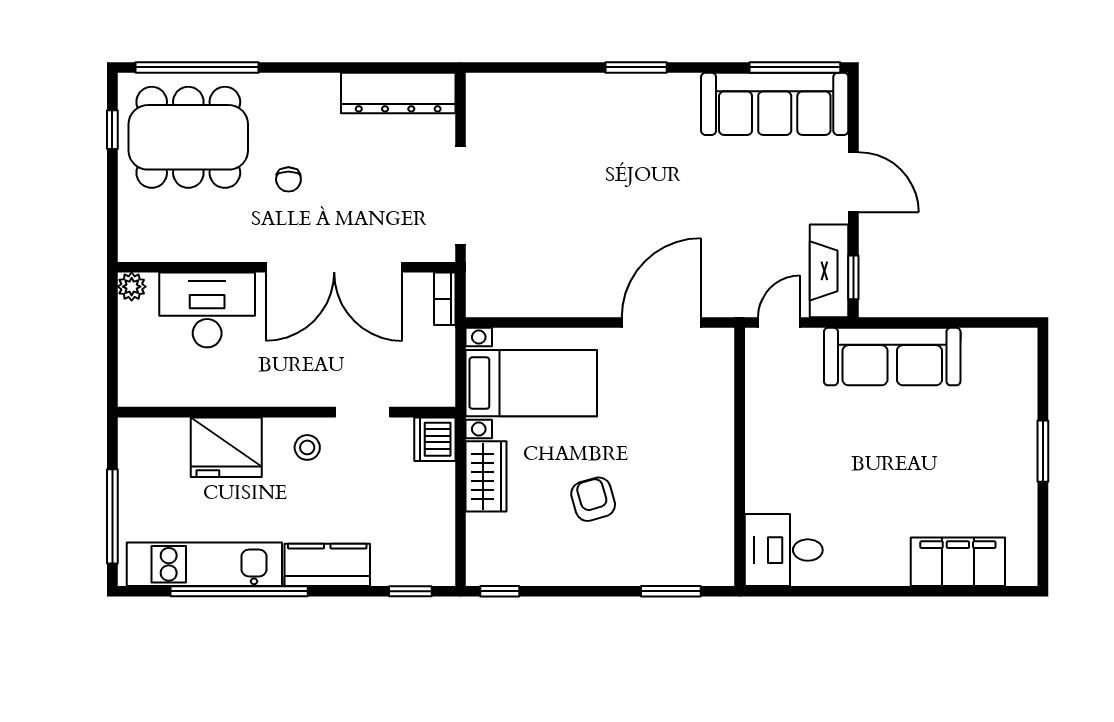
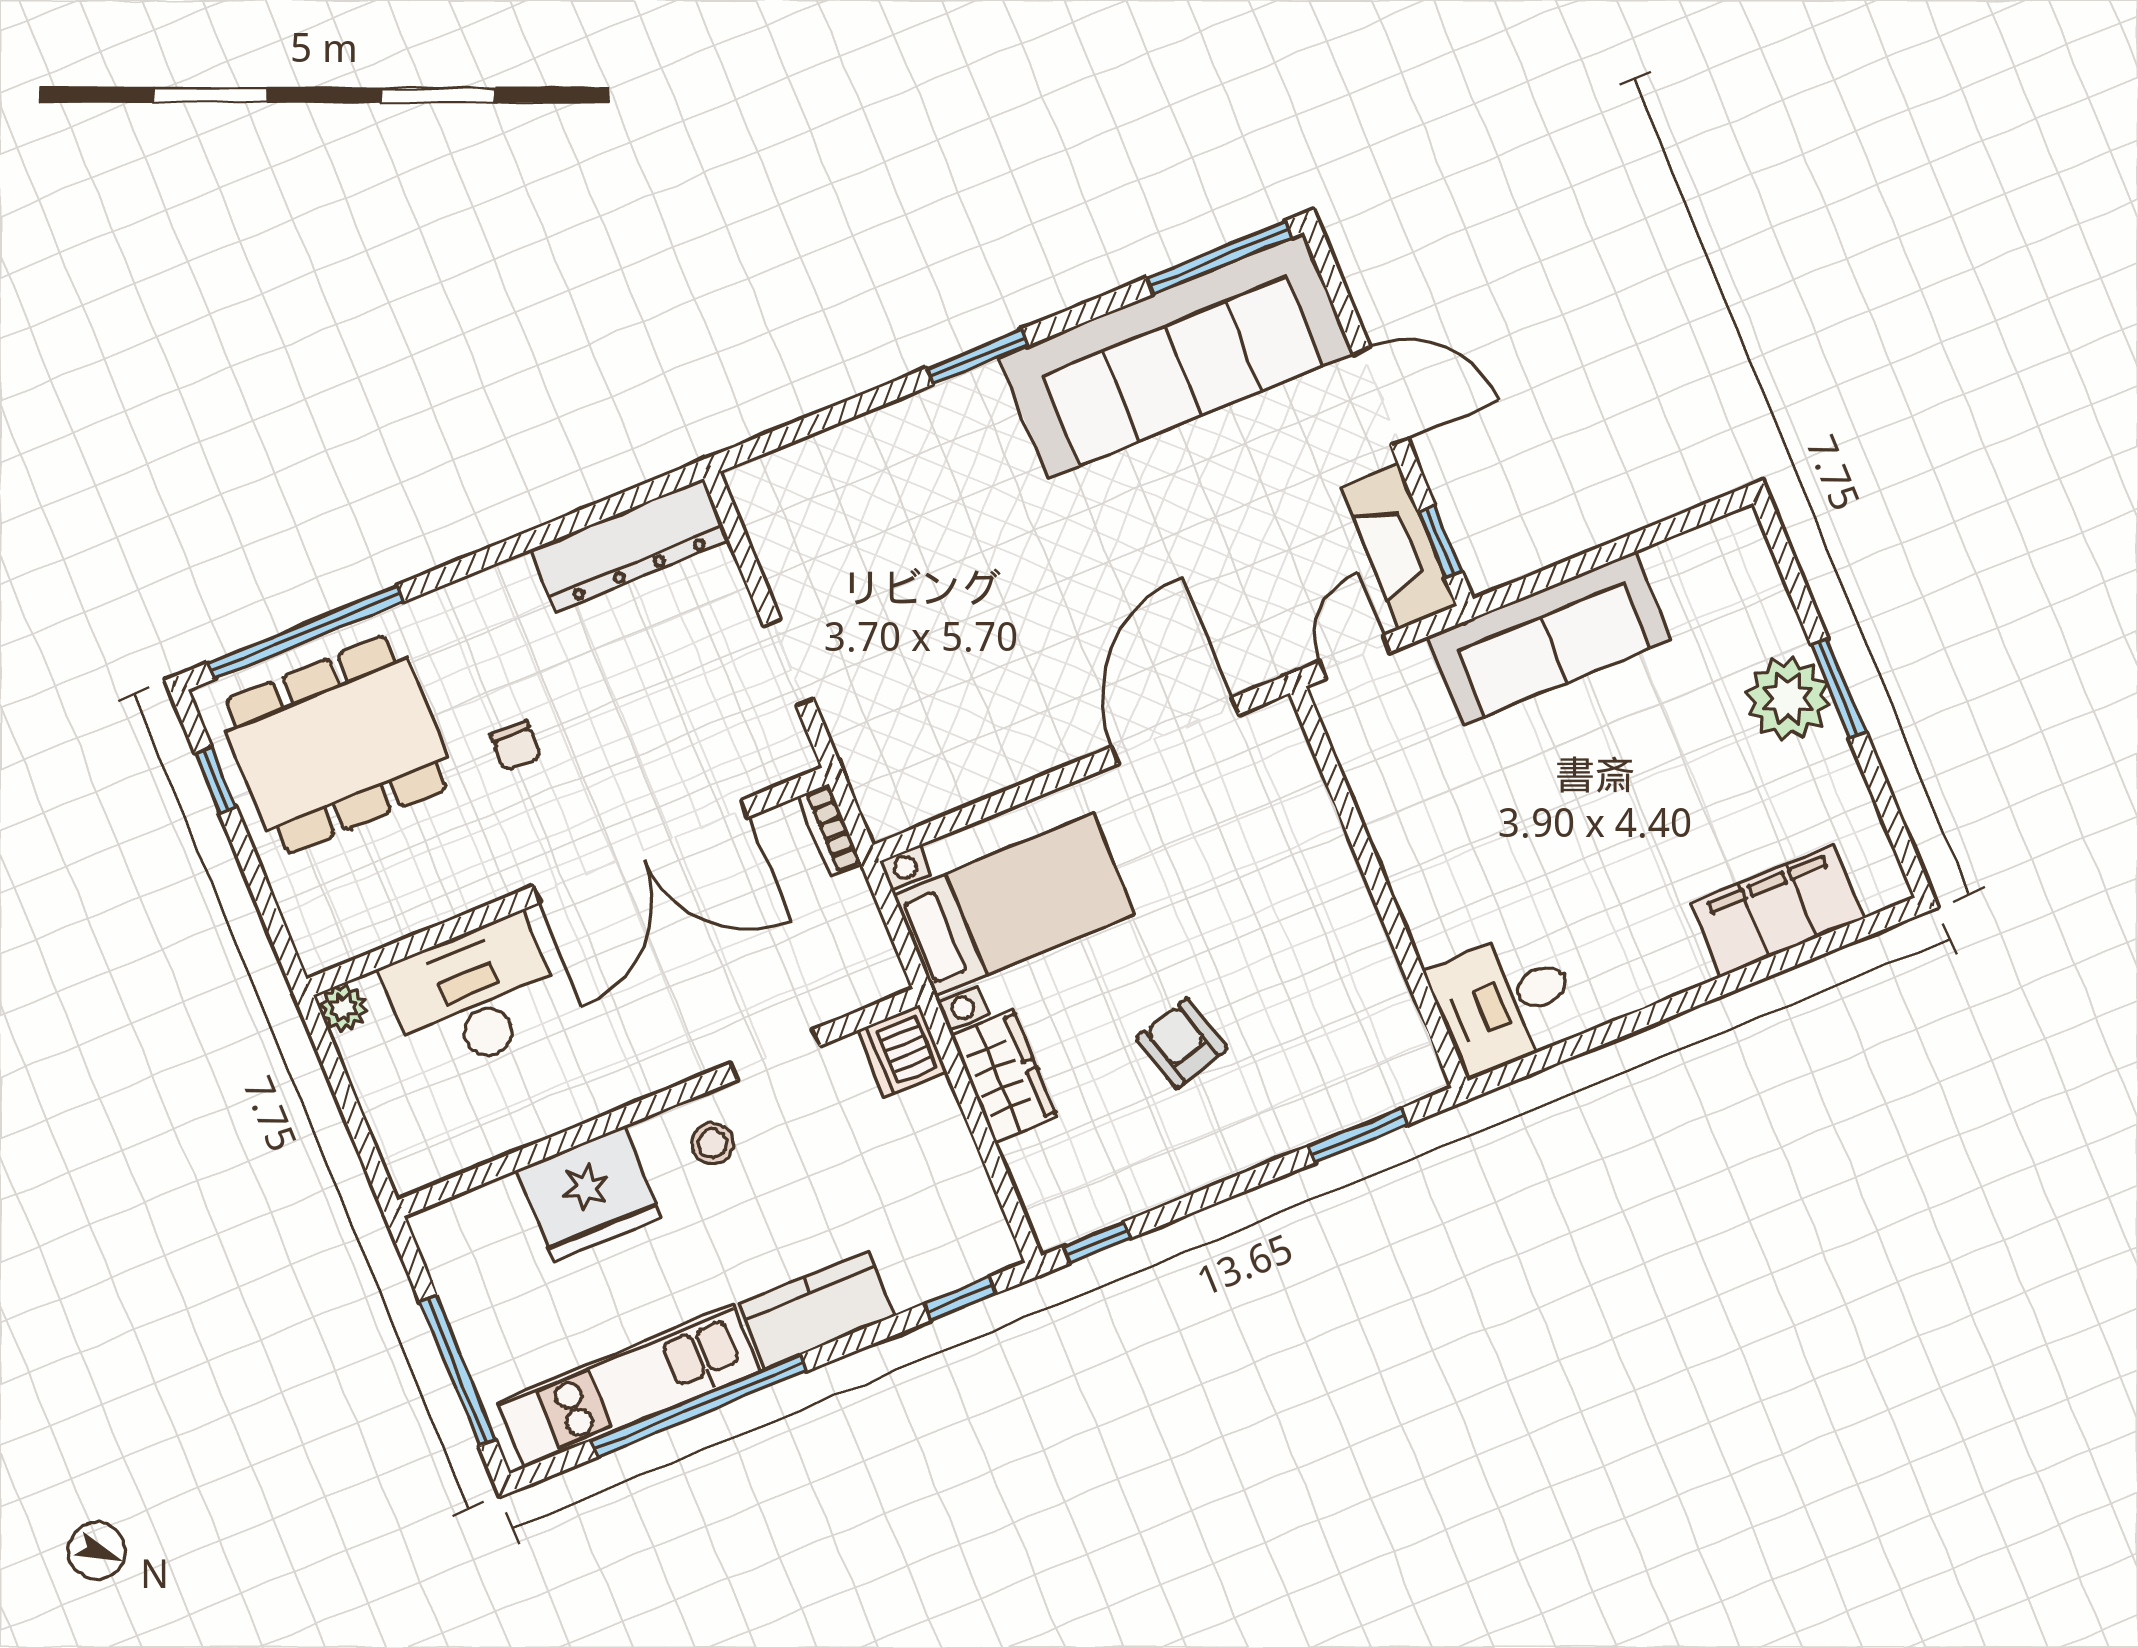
sofa: (775, 104) -> (1176, 355), width x1.36, depth x1.27
doorway: (460, 195) -> (789, 663), width x0.53
plant: (1012, 445) -> (1788, 699), added

